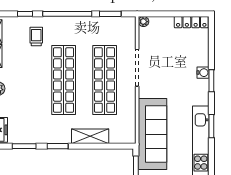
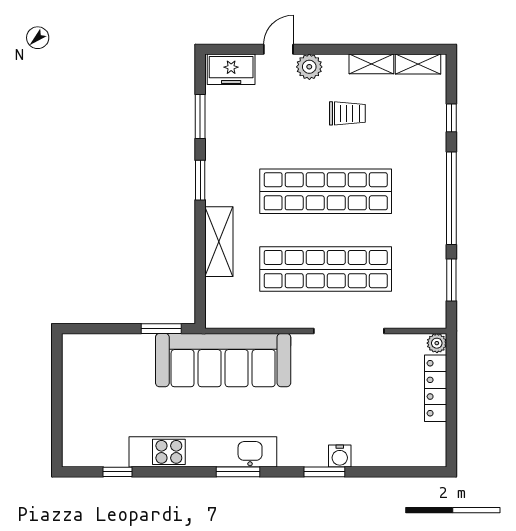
locker: (191, 22) -> (436, 388), moved
trolley: (36, 36) -> (347, 113), moved

